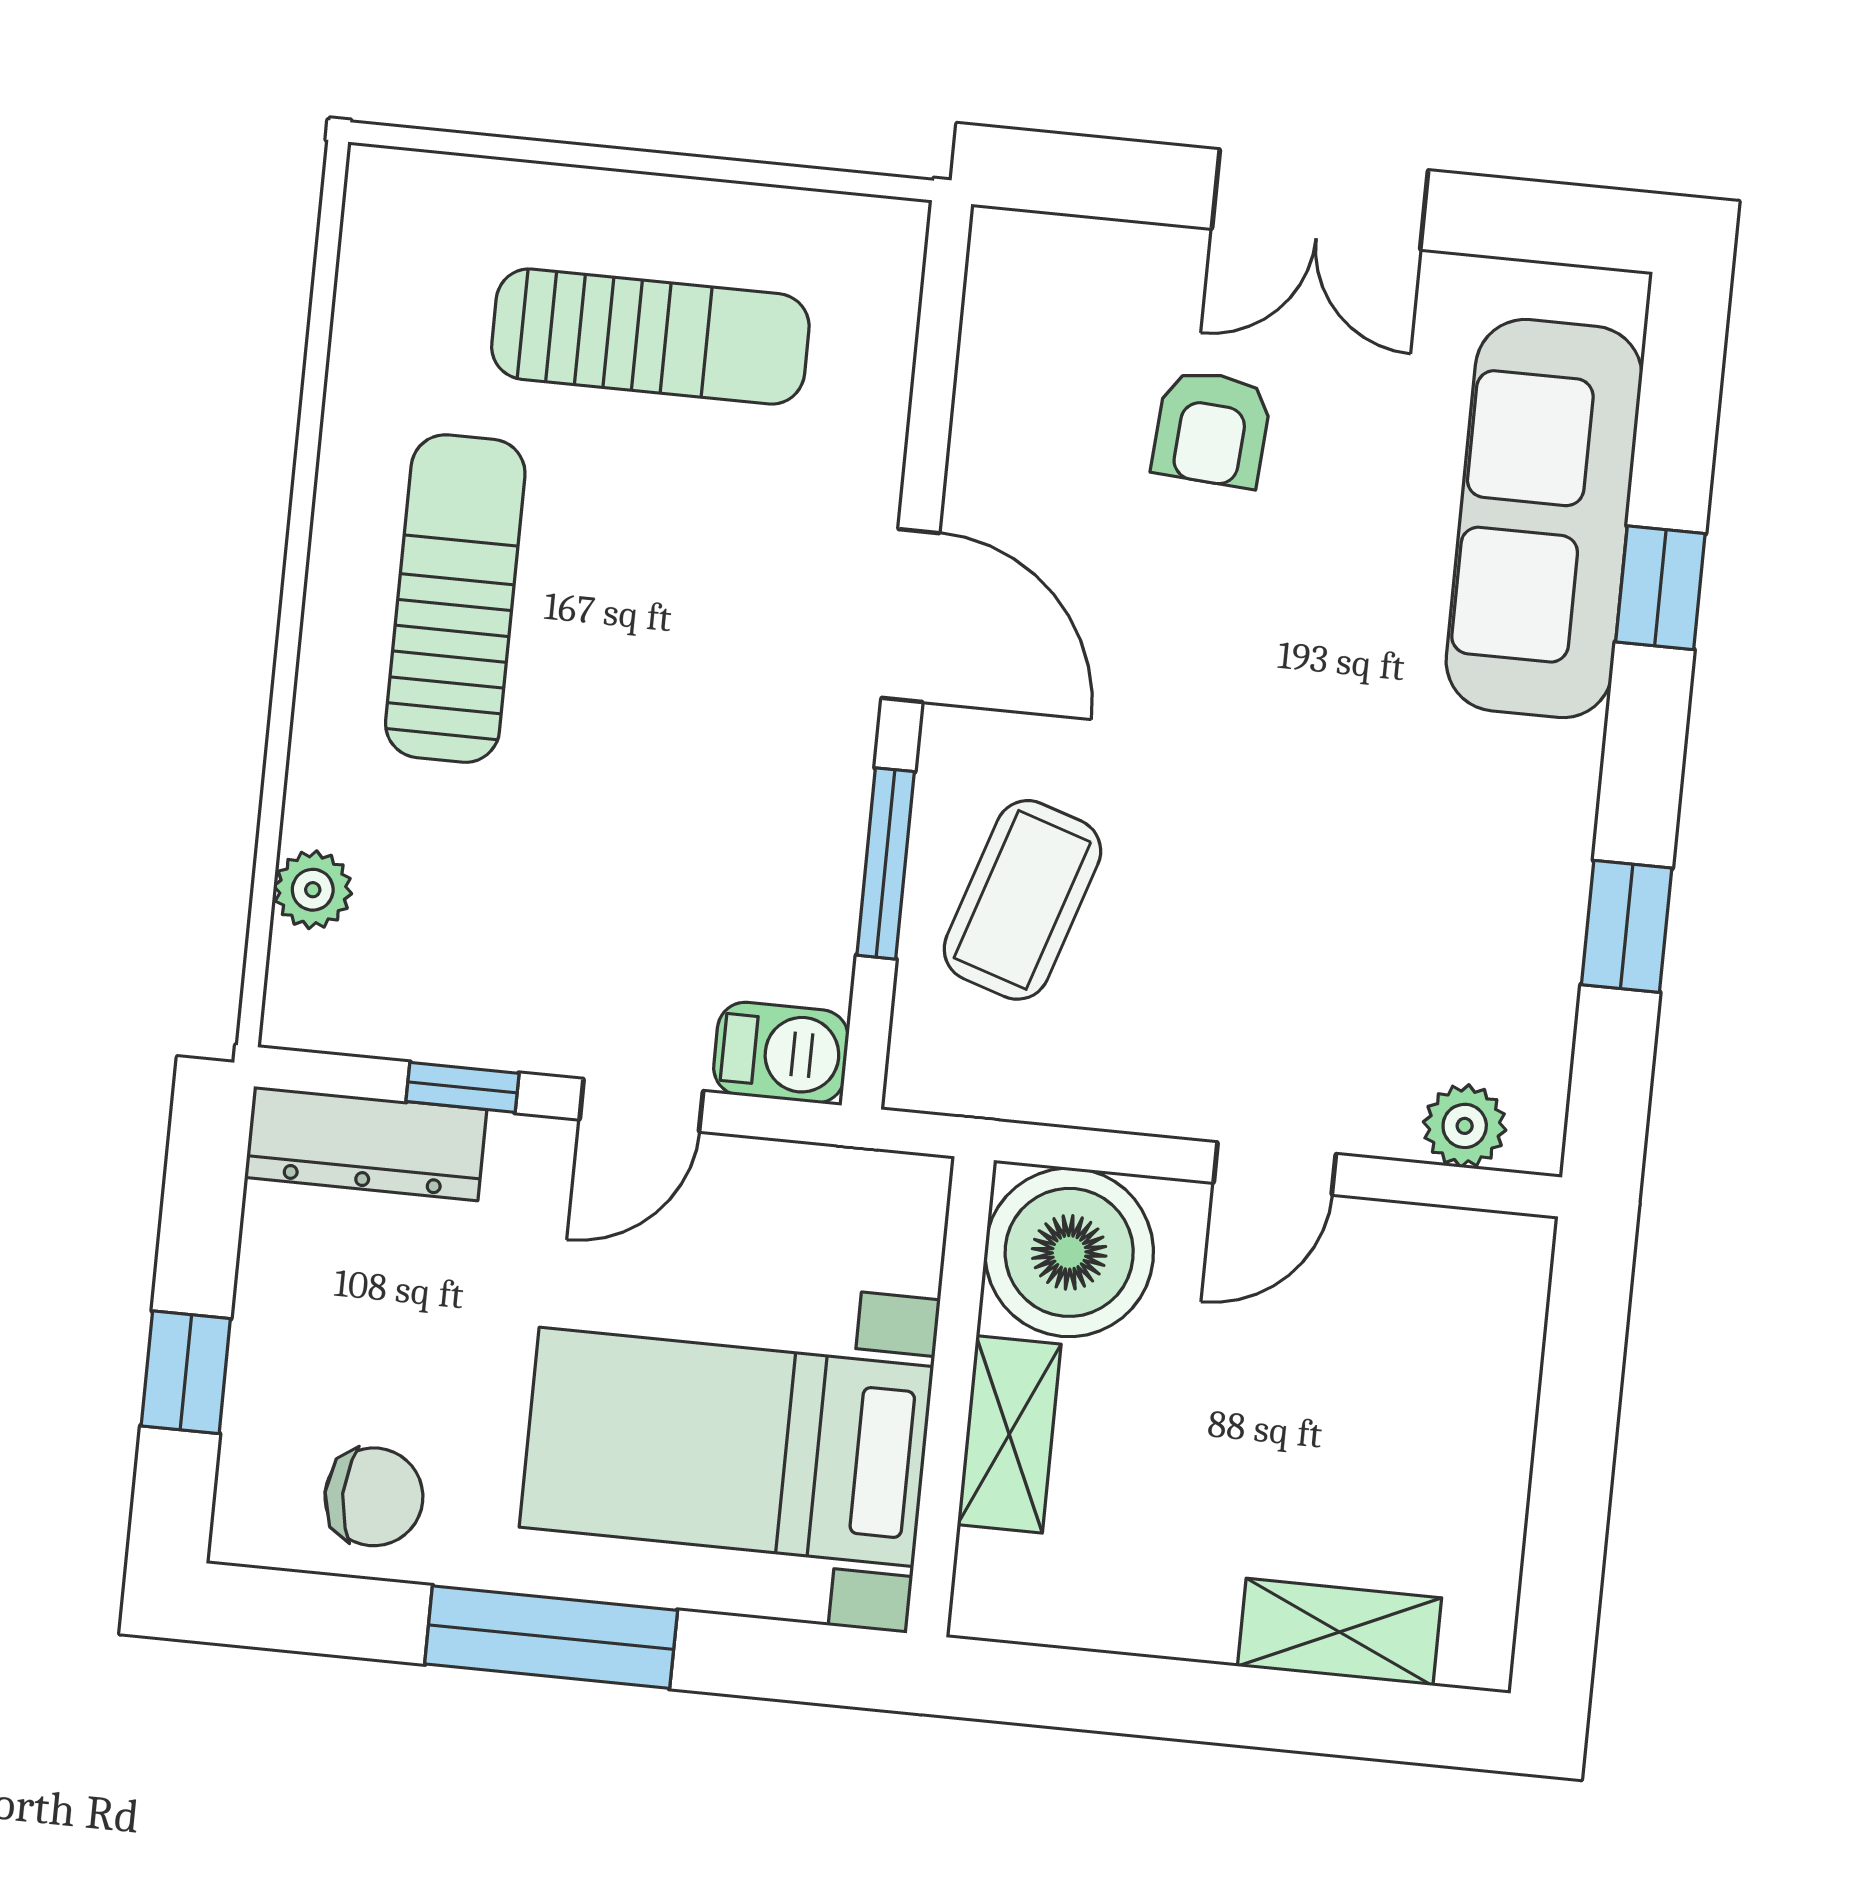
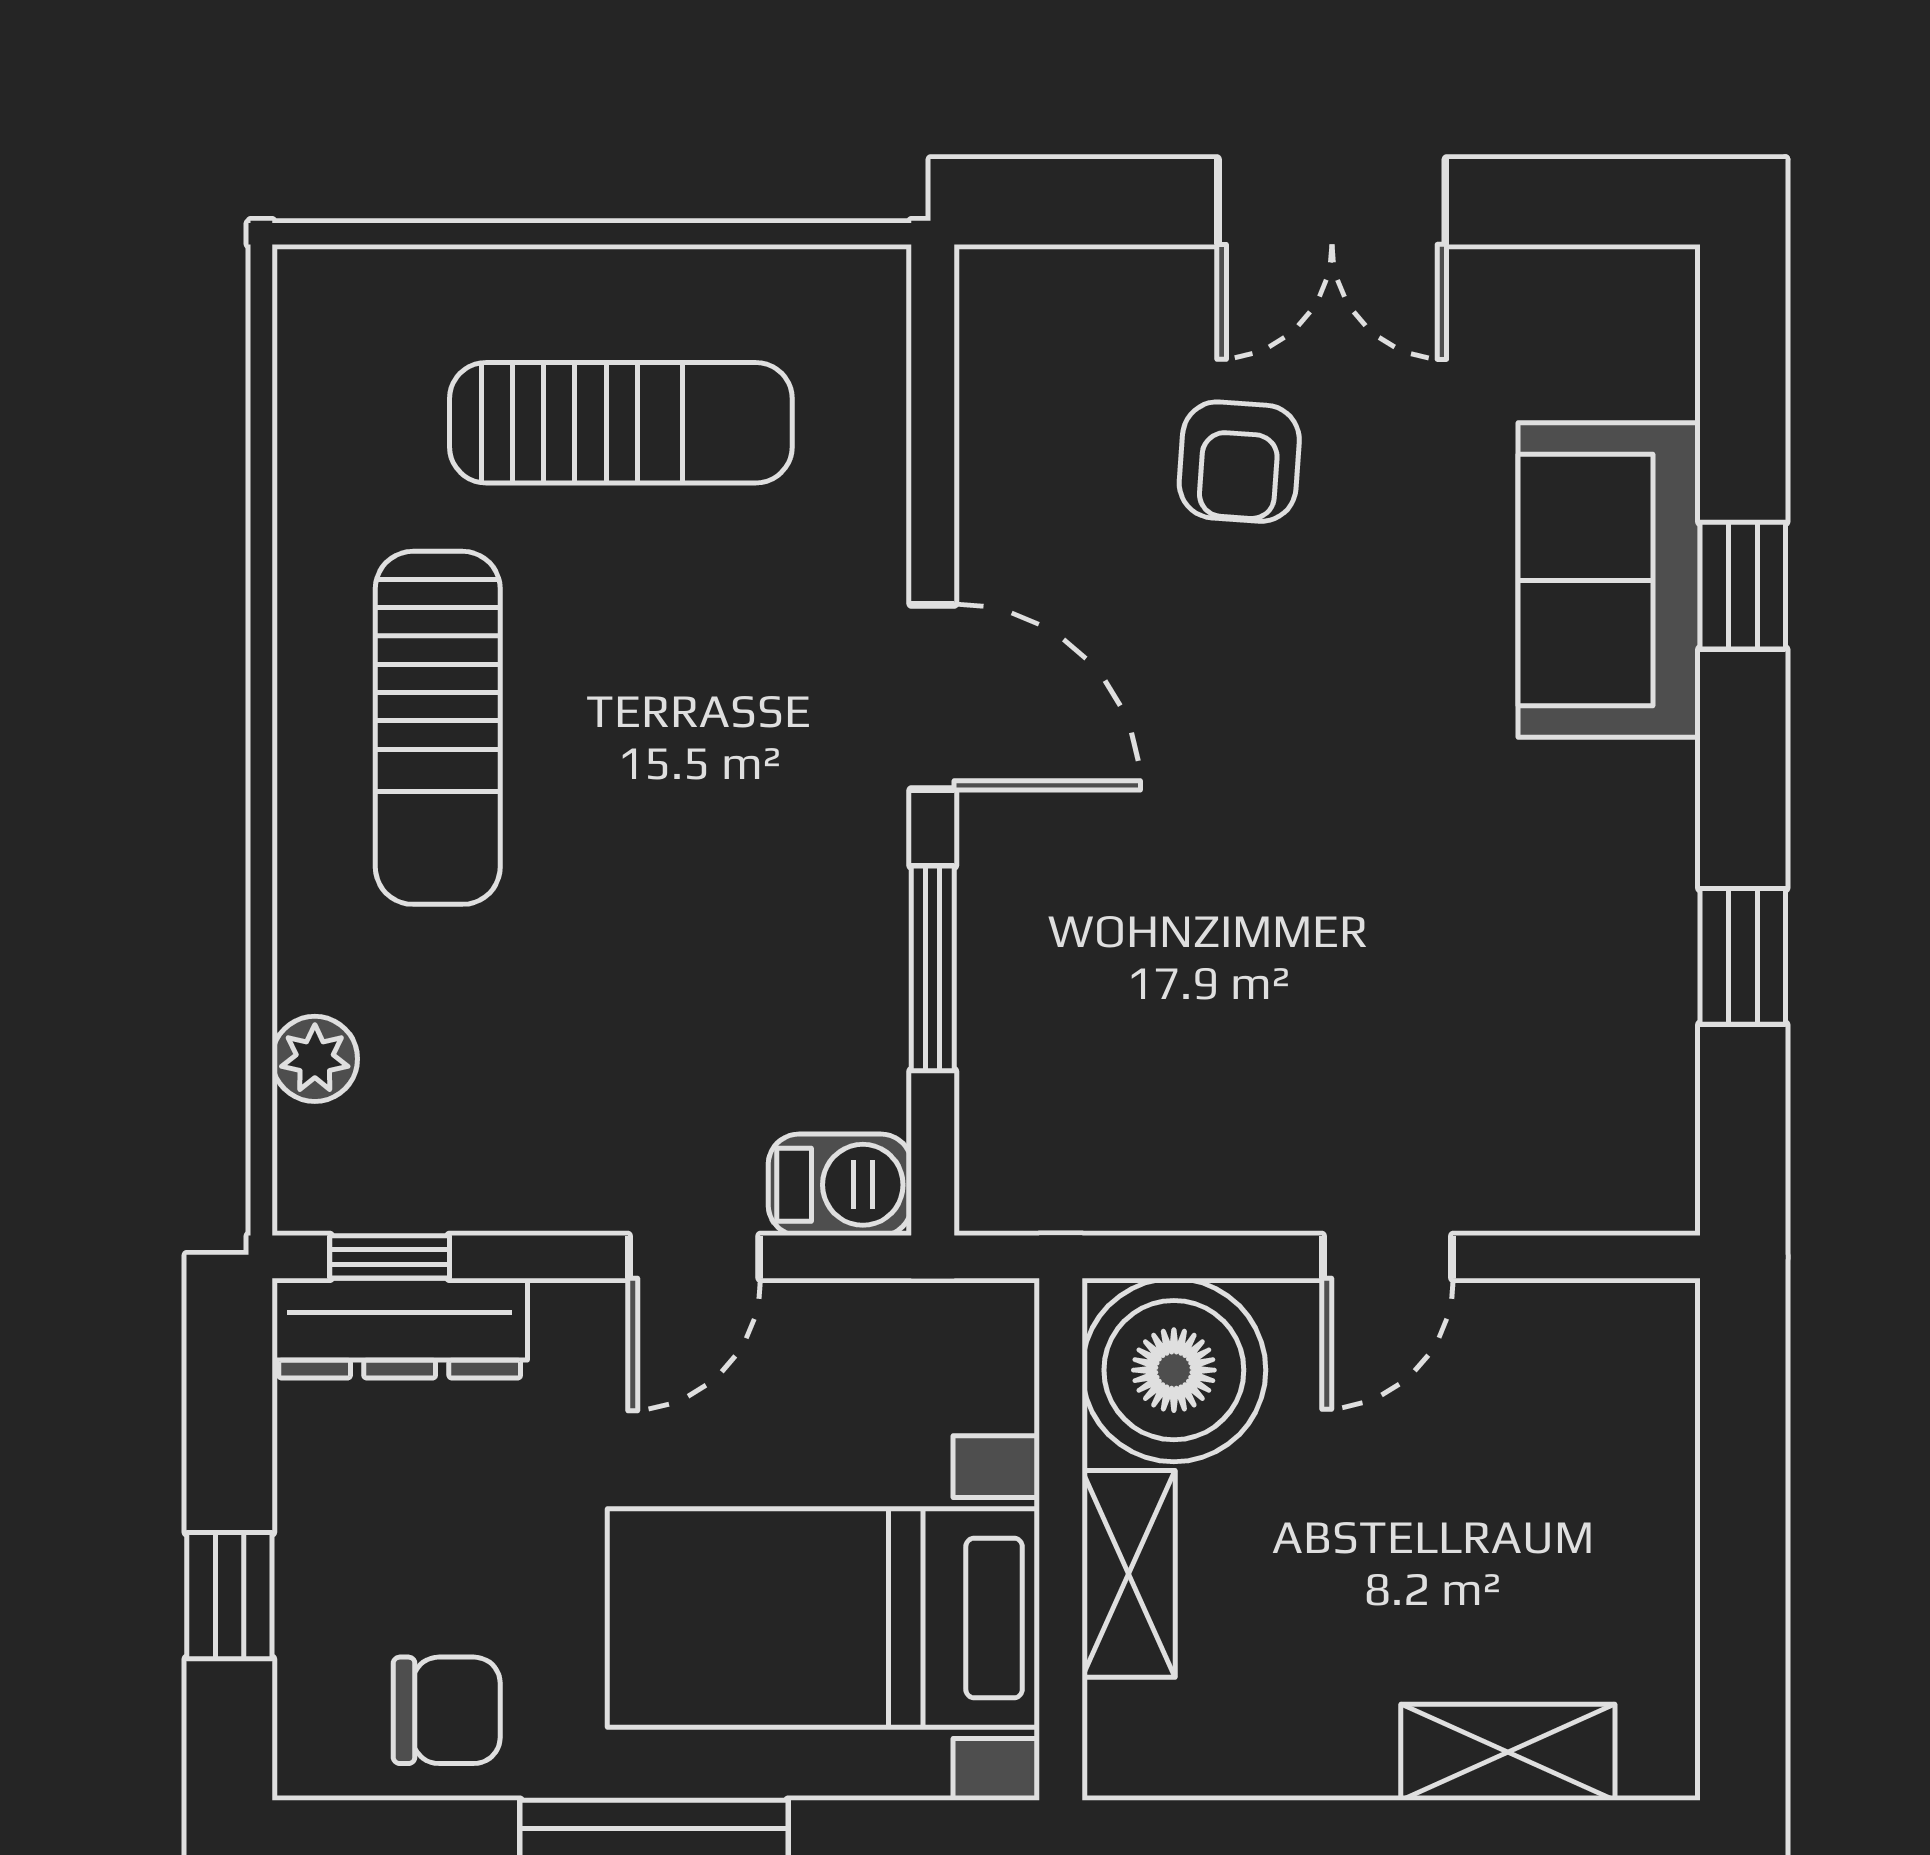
sofa: (1544, 519) -> (1609, 580), width x0.73
sun lounger: (455, 599) -> (438, 728), turned 180
coffee table: (1022, 900) -> (1085, 993), removed
window: (462, 1087) -> (390, 1257), moved
plant: (1465, 1126) -> (1589, 1190), removed

